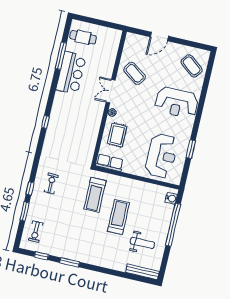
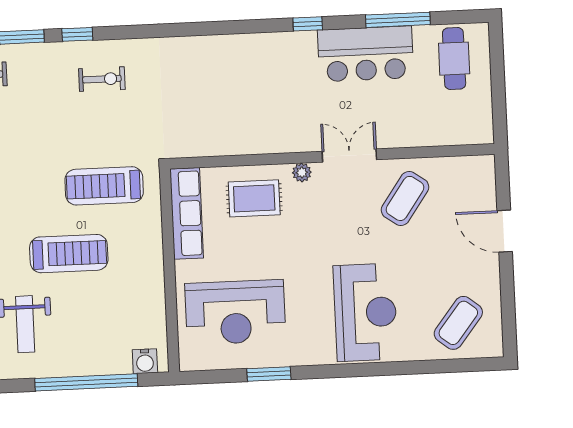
reception desk: (177, 103) -> (365, 312), turned 180
window: (45, 122) -> (308, 24), moved
row of seats: (110, 163) -> (187, 213), width x1.48

